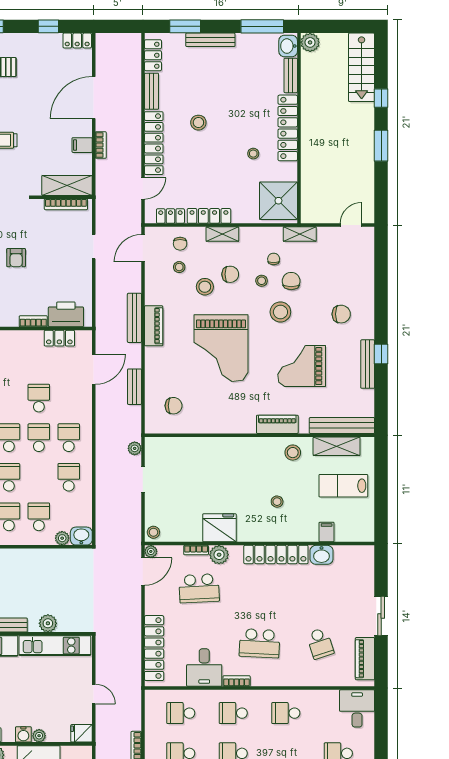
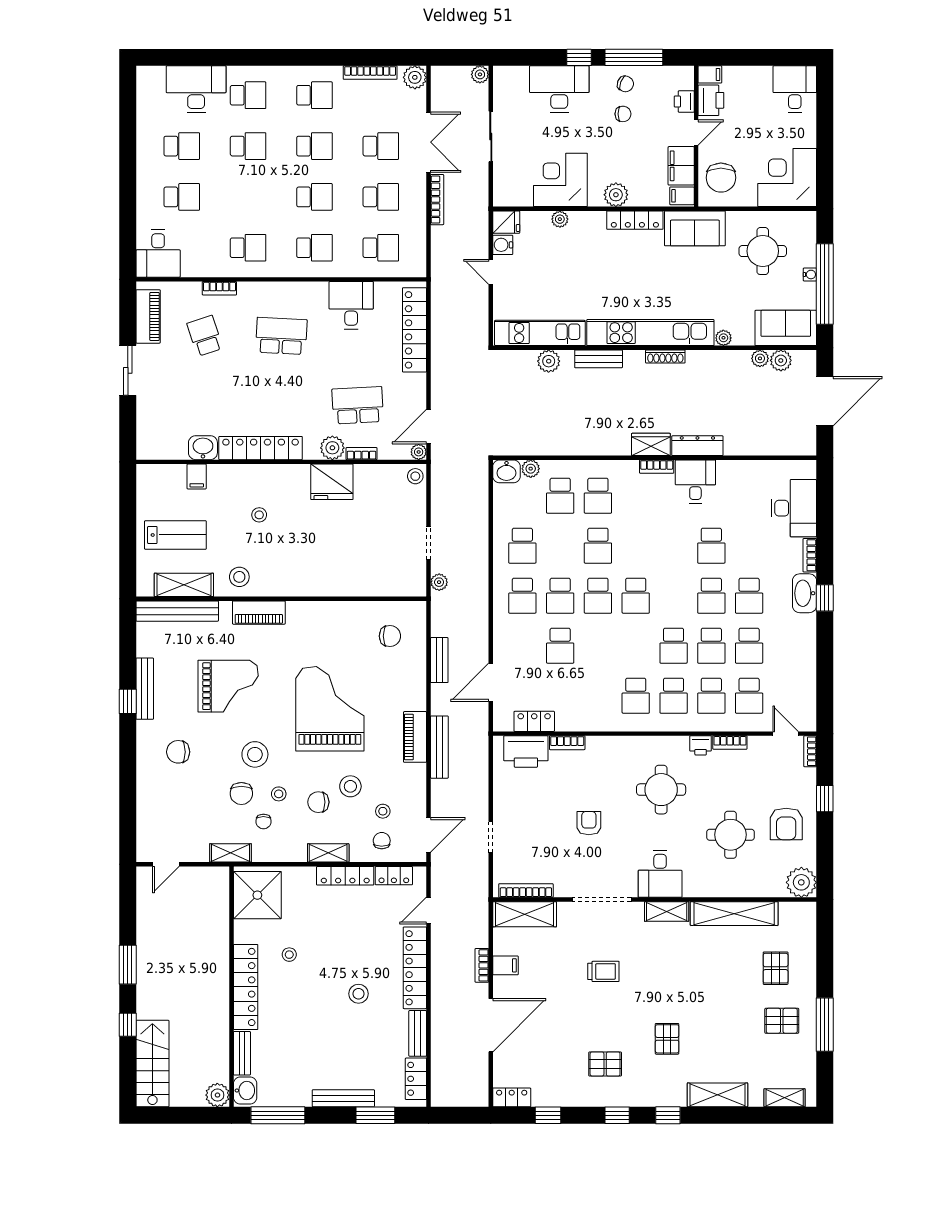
chair: (174, 406) -> (390, 636), turned 180
bookcase: (237, 681) -> (219, 288), moved
water cooler: (23, 734) -> (503, 245), moved, turned -90

